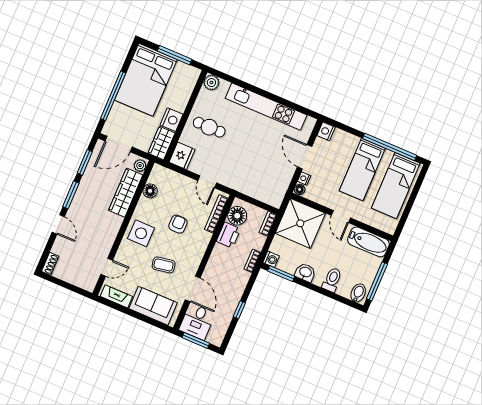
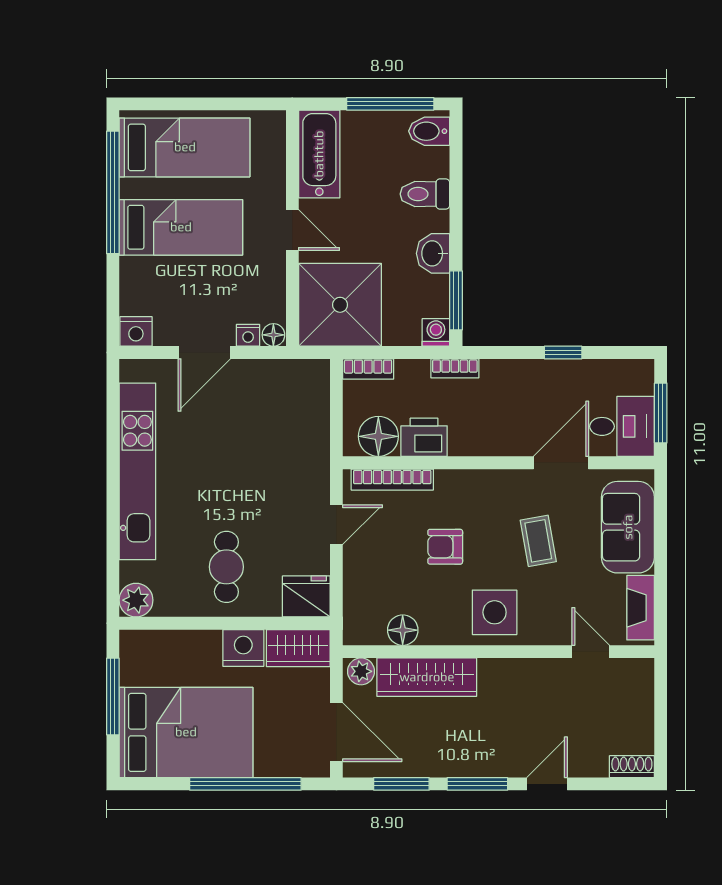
door: (341, 217) -> (292, 230), hinge flipped

